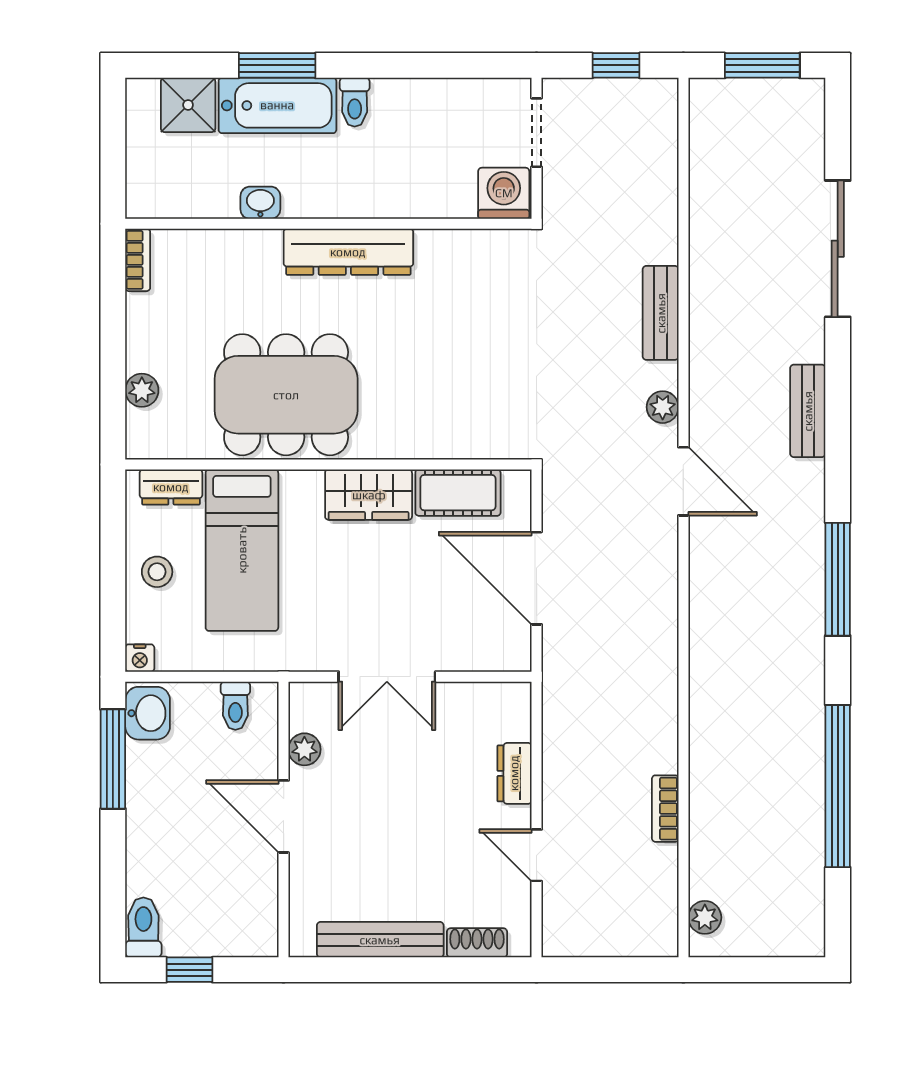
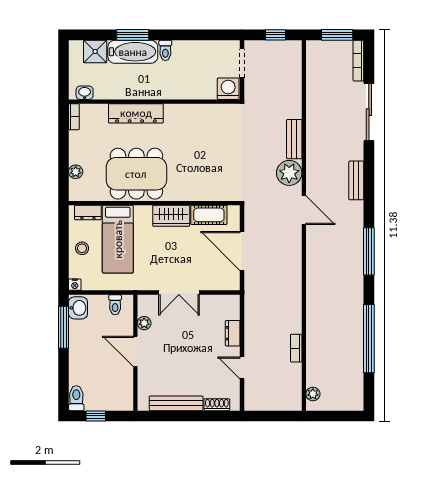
bookcase: (813, 127) -> (358, 61), added
washbasin: (260, 203) -> (85, 93), moved
dresser: (348, 252) -> (136, 113), moved
plant: (663, 407) -> (289, 173), width x1.87, depth x1.87

